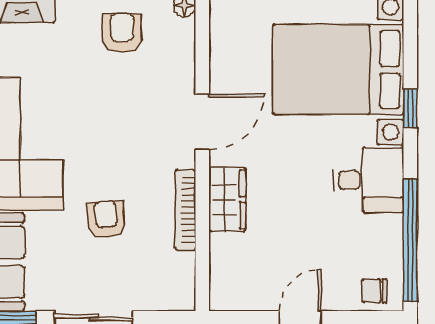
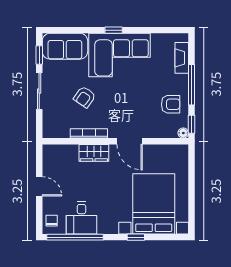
desk: (368, 180) -> (81, 218), moved
armchair: (106, 219) -> (85, 97), turned 130

